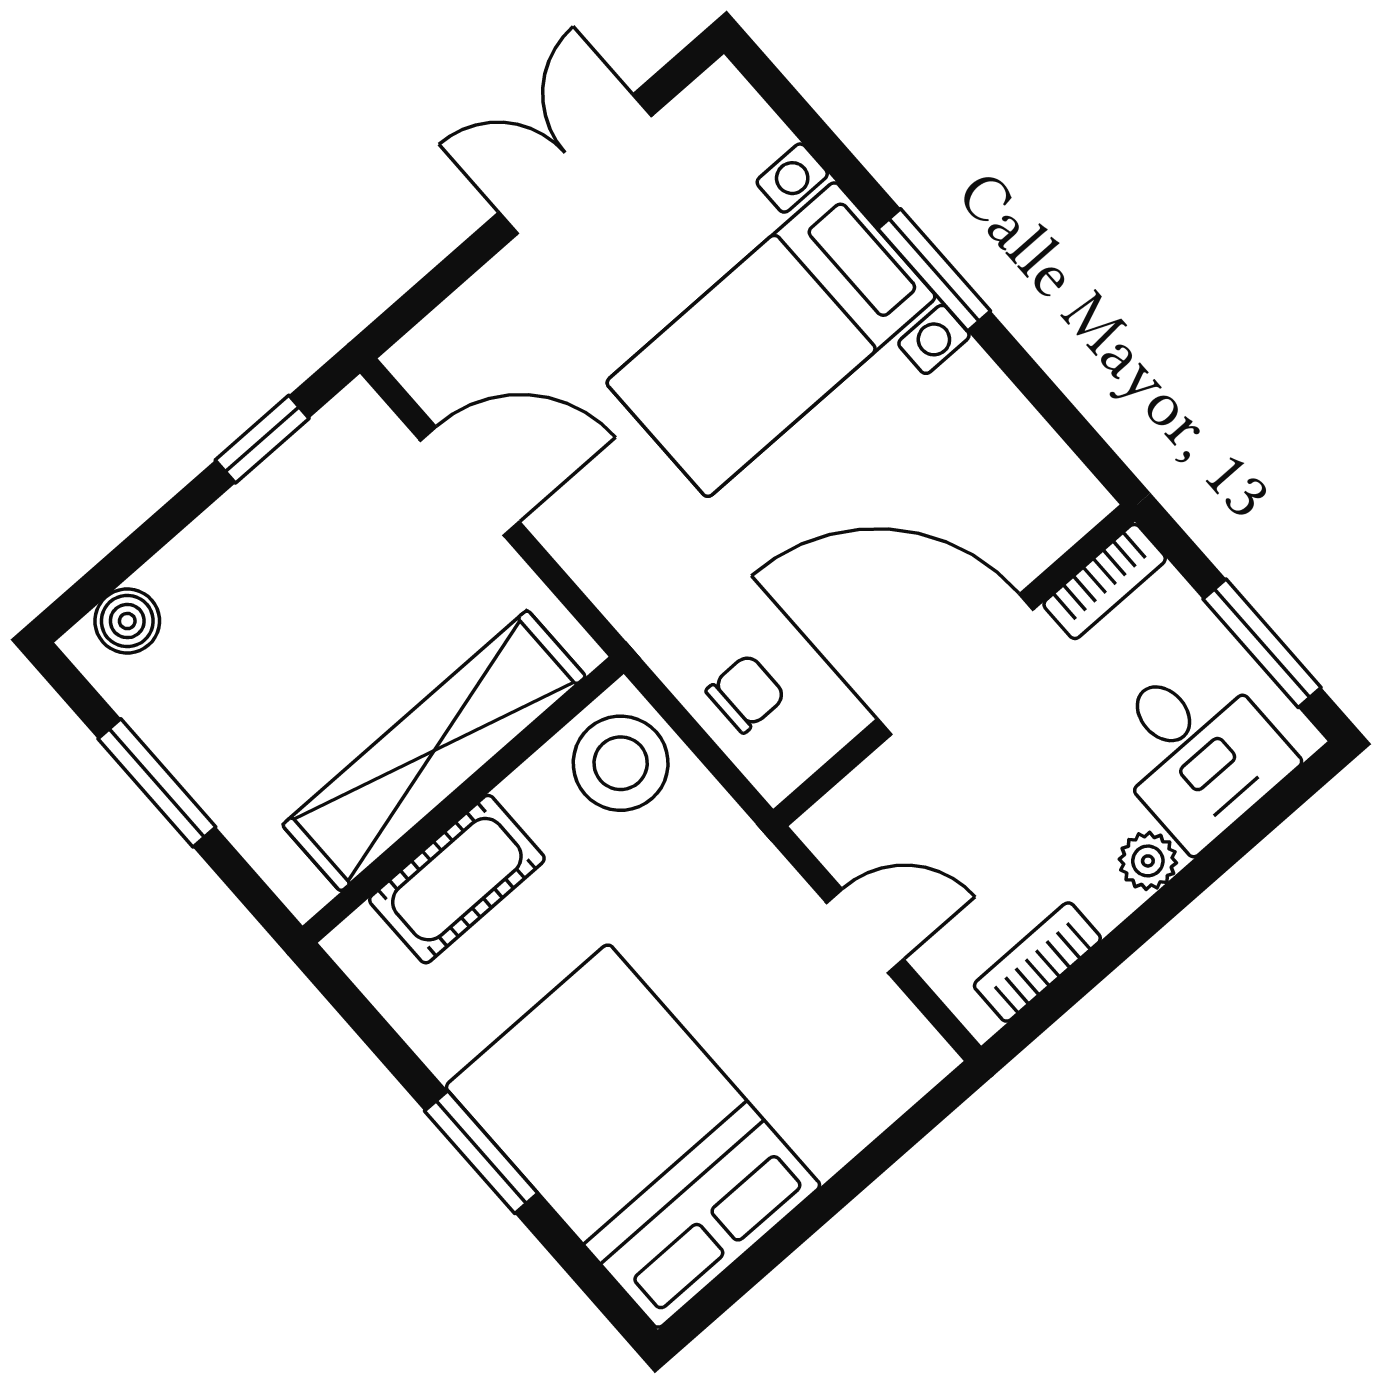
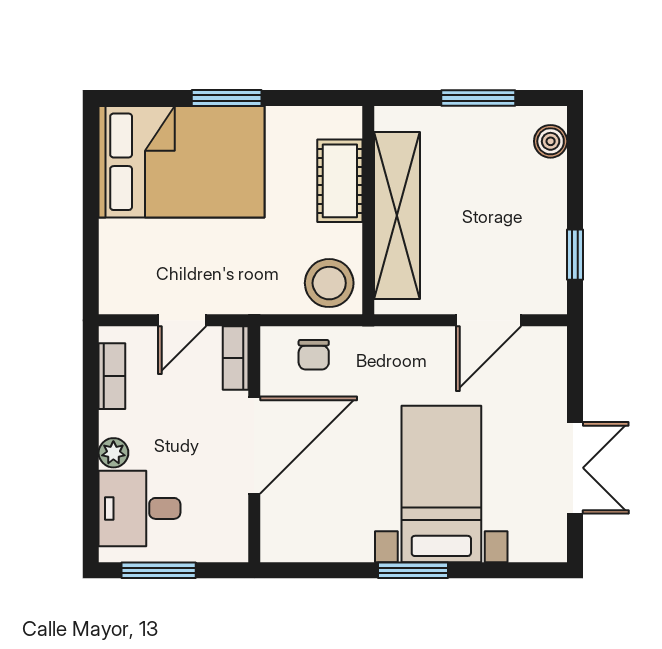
bookcase: (1105, 581) -> (236, 358), moved

